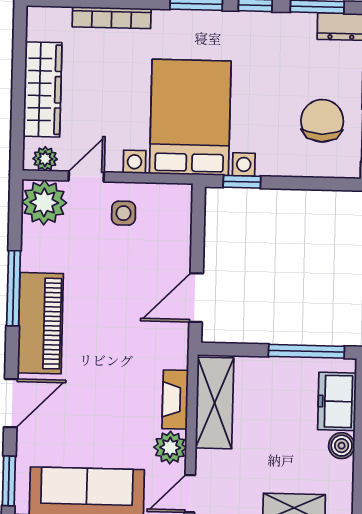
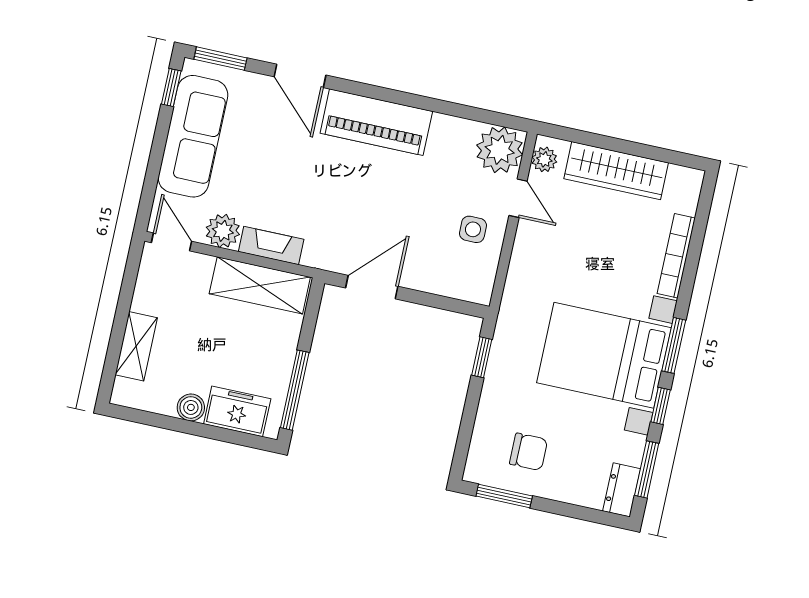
bed with nightstands: (190, 117) -> (604, 355), moved, turned 180
chair: (322, 121) -> (529, 452), width x0.73, depth x0.73
window: (14, 288) -> (417, 101), removed
door: (196, 298) -> (372, 287), hinge flipped

